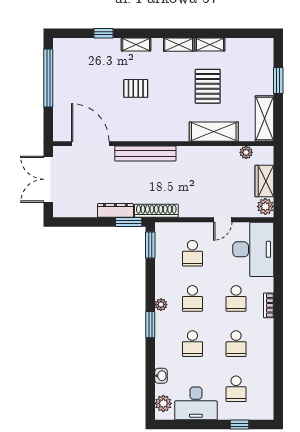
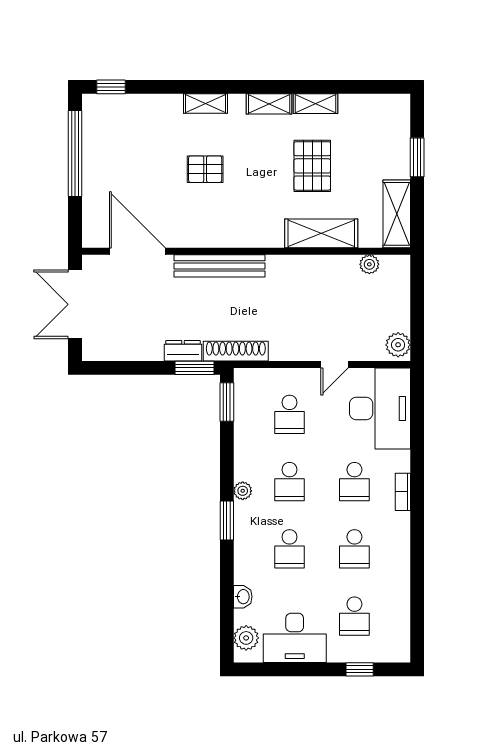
window: (103, 33) -> (111, 87), moved
wardrobe: (264, 181) -> (397, 307), removed
dresser: (115, 210) -> (183, 351), width x0.70

